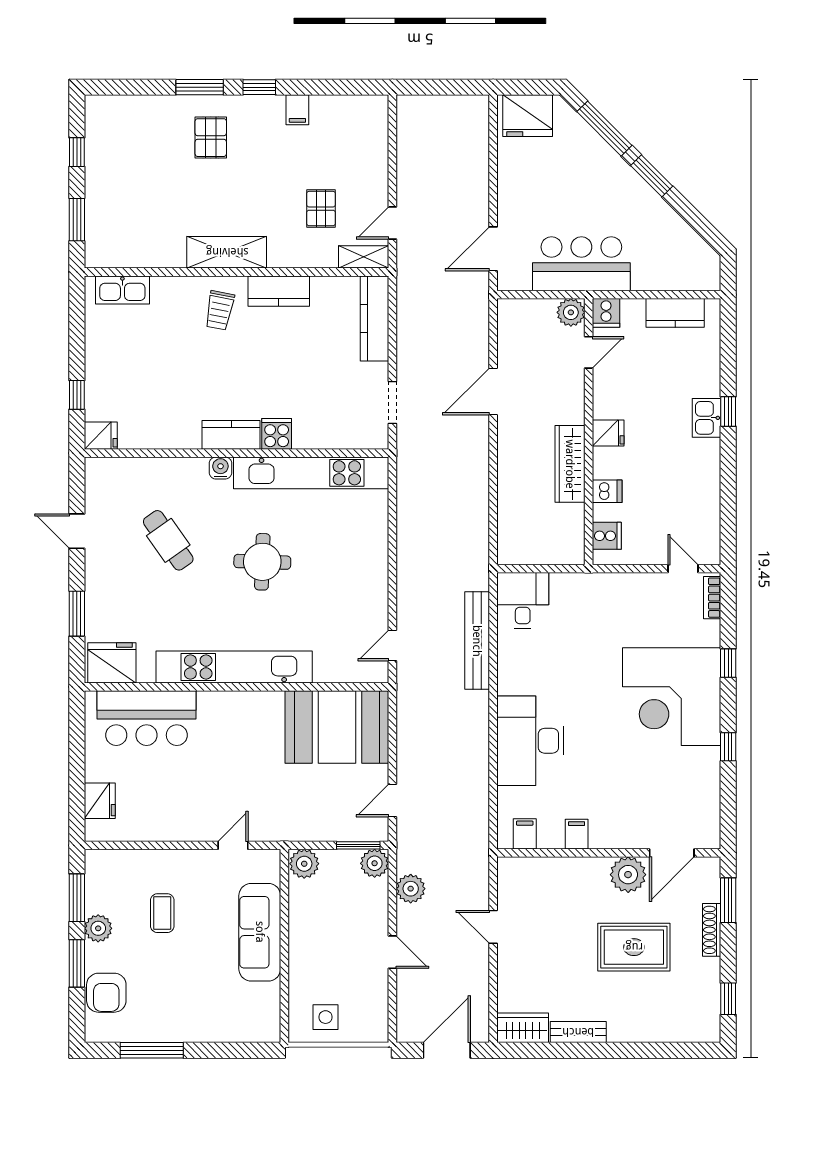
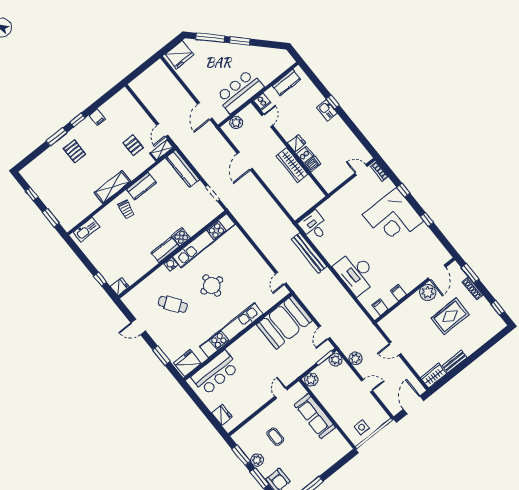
plant: (571, 312) -> (236, 122), moved
cooker: (607, 536) -> (305, 155), moved

